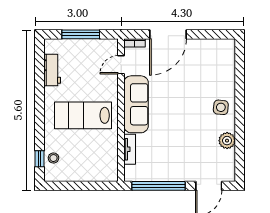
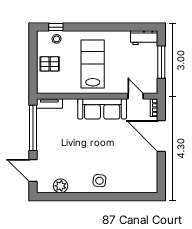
workbench: (52, 70) -> (144, 38), moved
plant: (227, 141) -> (60, 186), moved
tv unit: (130, 149) -> (49, 103), moved
pallet: (83, 166) -> (50, 64), added

